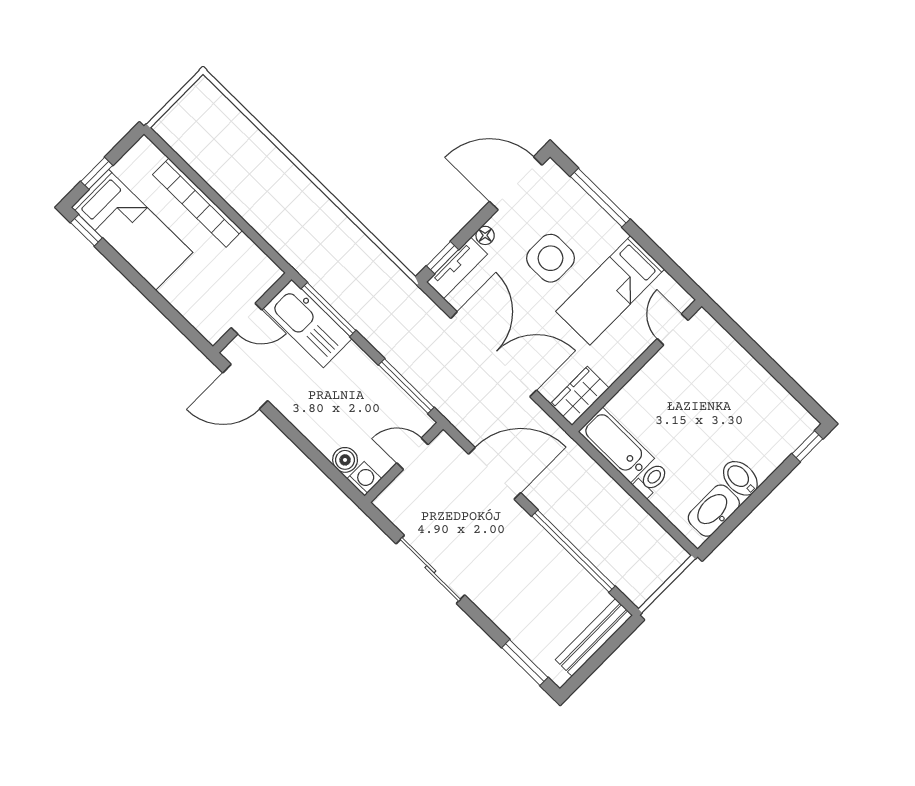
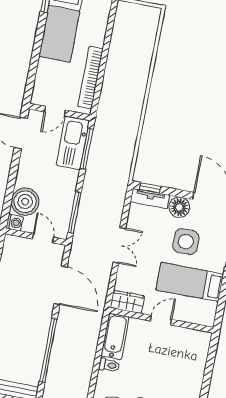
bookcase: (197, 203) -> (91, 78), moved
floor lamp: (485, 235) -> (179, 207), width x1.89, depth x1.89
door: (246, 319) -> (55, 111), hinge flipped
door: (673, 330) -> (161, 320), moved
double door: (494, 354) -> (119, 245), width x0.54
boiler: (345, 460) -> (25, 202), width x1.86, depth x1.86

